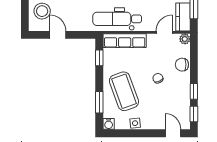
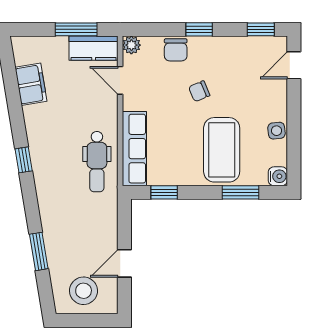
dental chair: (117, 19) -> (97, 162), width x0.73, depth x0.72
coffee table: (124, 91) -> (222, 150), turned -70
window: (194, 91) -> (199, 29), moved

